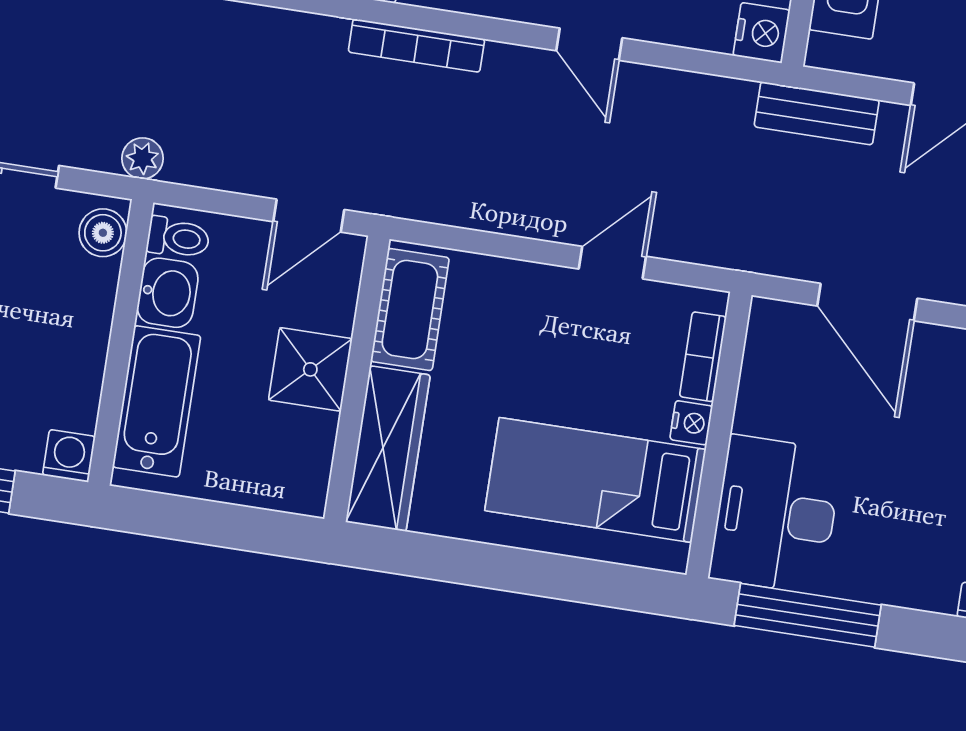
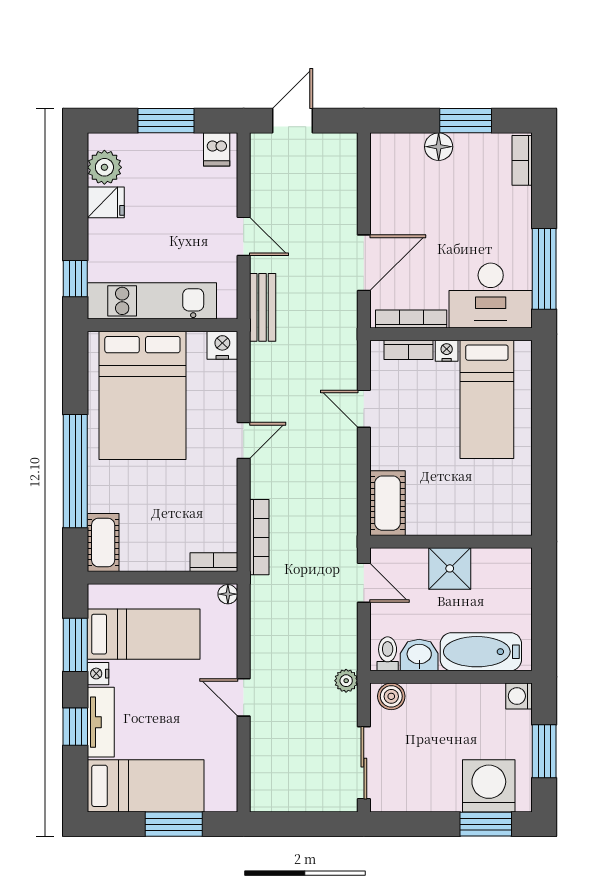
cot: (410, 310) -> (388, 503), moved, turned 90
bookcase: (756, 369) -> (411, 319), added
wardrobe: (388, 449) -> (487, 518), removed

